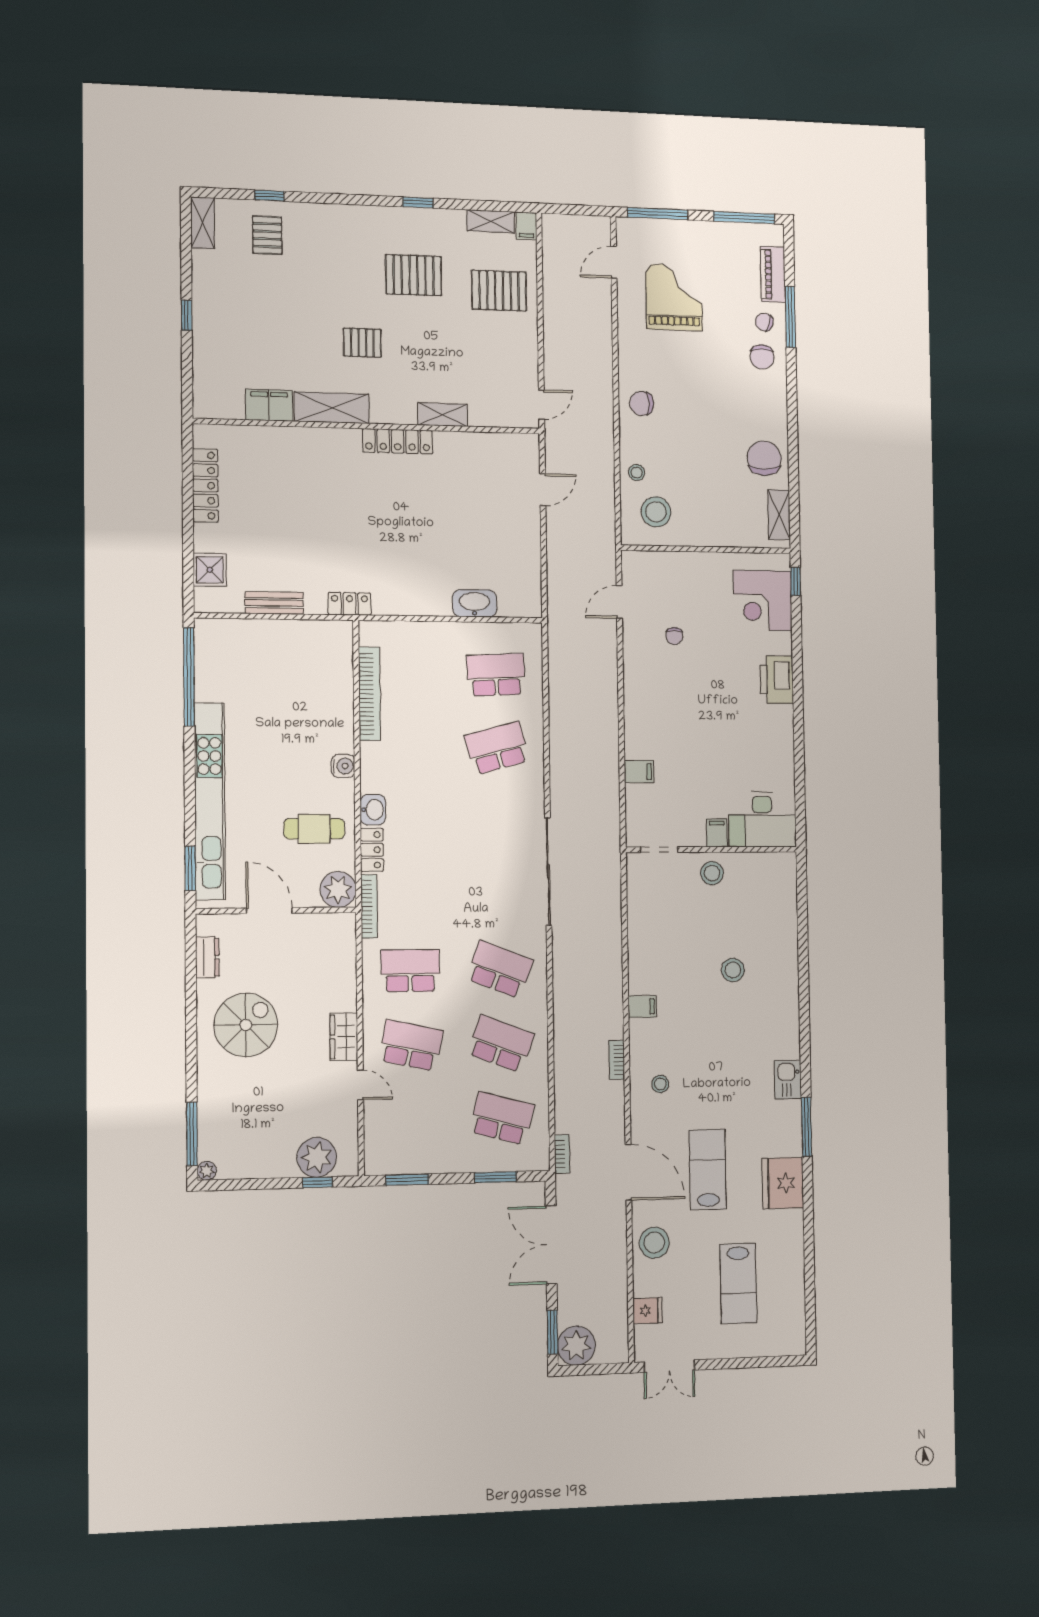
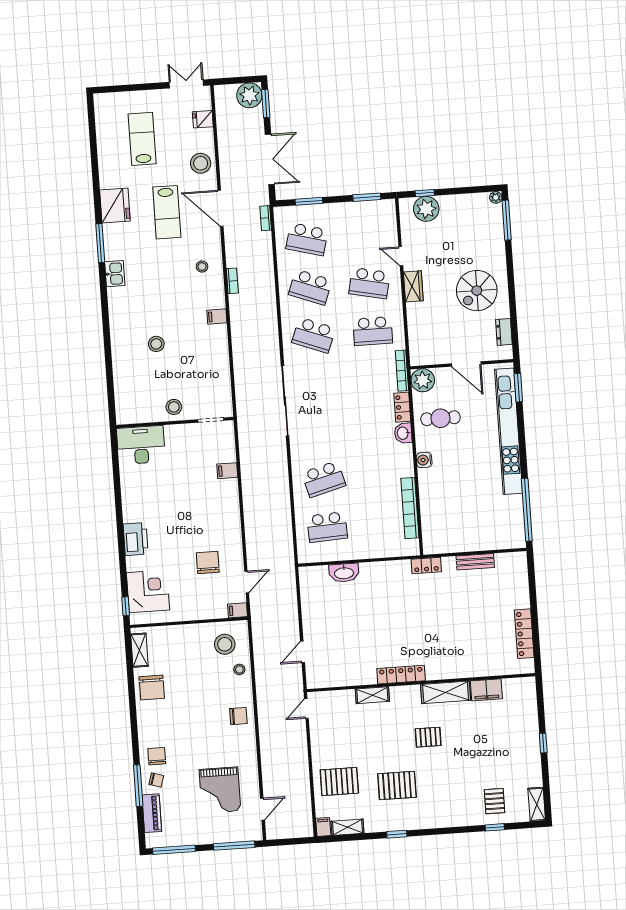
shower: (210, 570) -> (518, 580), removed
chair: (674, 636) -> (208, 562), width x1.87, depth x1.87
filing cabinet: (717, 833) -> (238, 610), moved, turned 90

